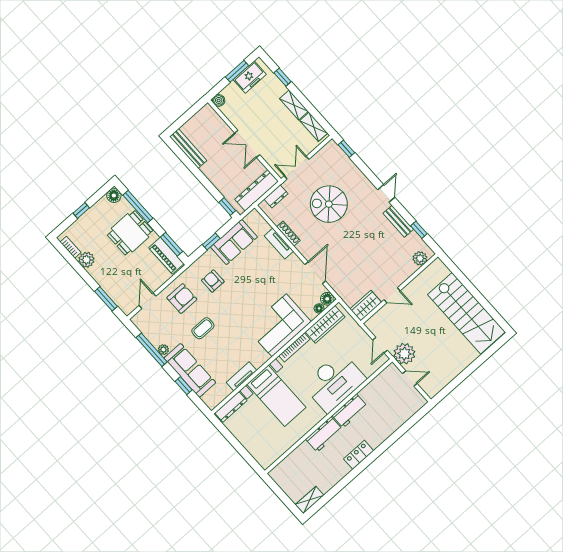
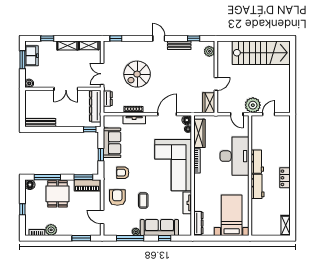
door: (315, 273) -> (167, 114), hinge flipped
corner sofa: (279, 325) -> (173, 165), width x1.36, depth x1.36
bed with nightstands: (276, 396) -> (232, 215), moved, turned -90

